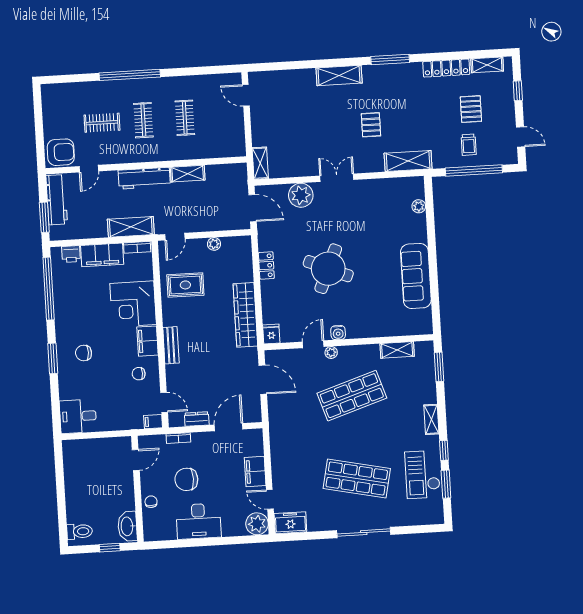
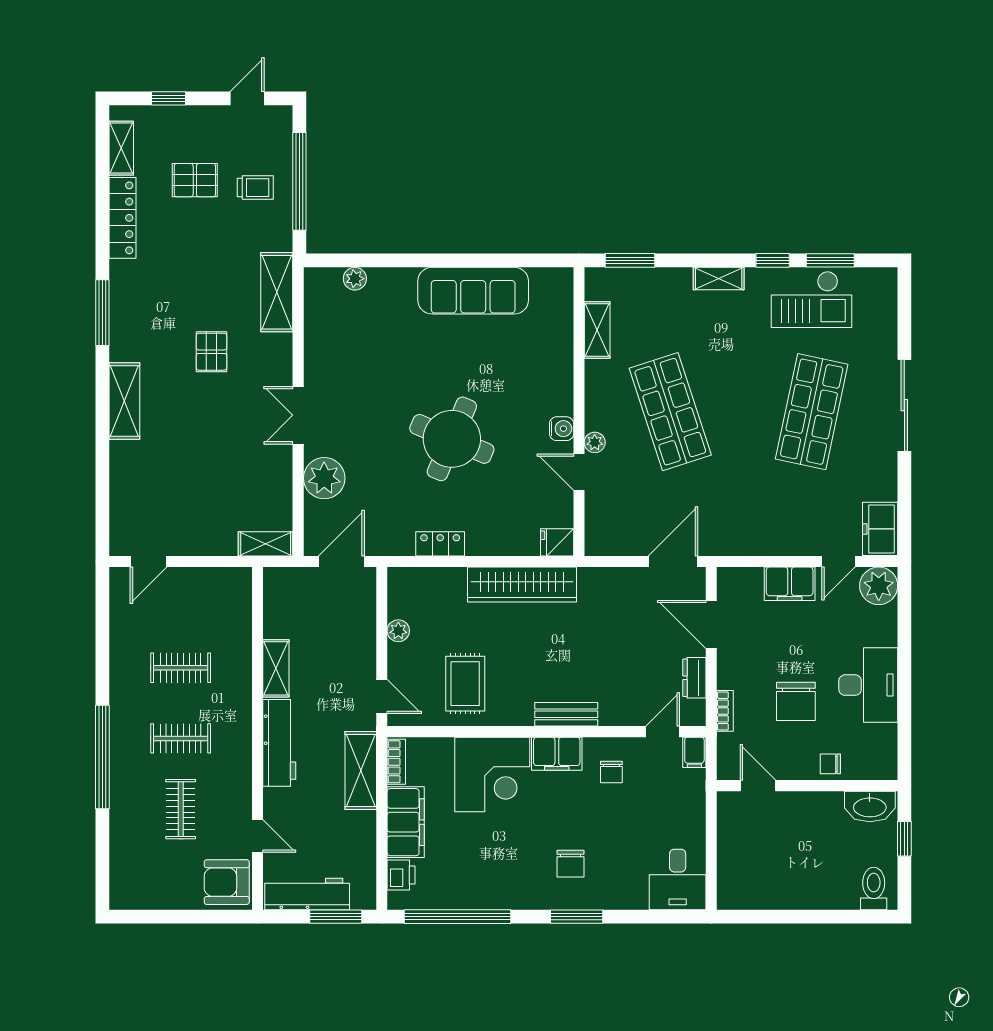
pallet: (371, 125) -> (211, 352), turned 90
armchair: (61, 152) -> (227, 882), turned -90
door: (263, 380) -> (673, 562), moved

